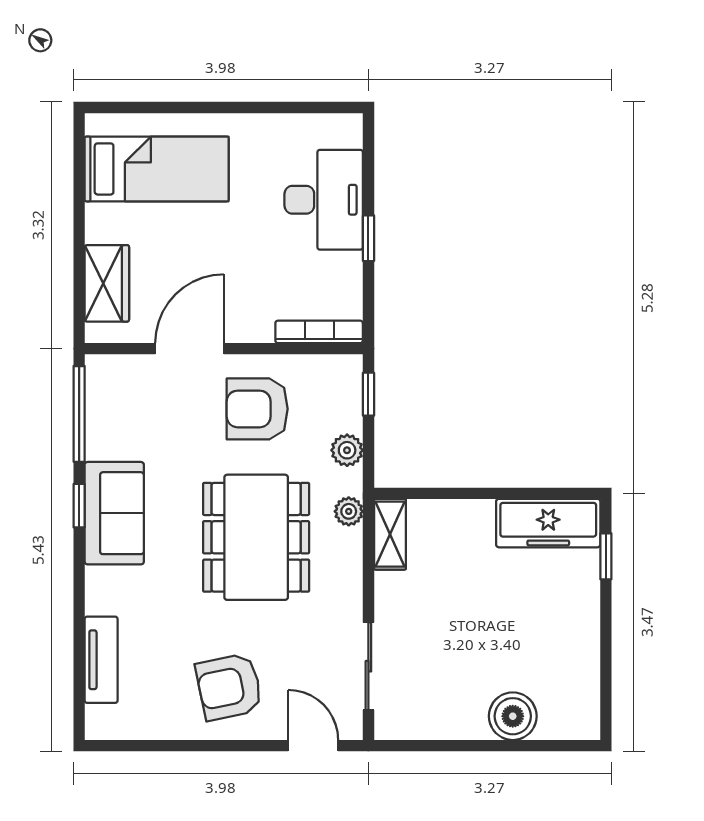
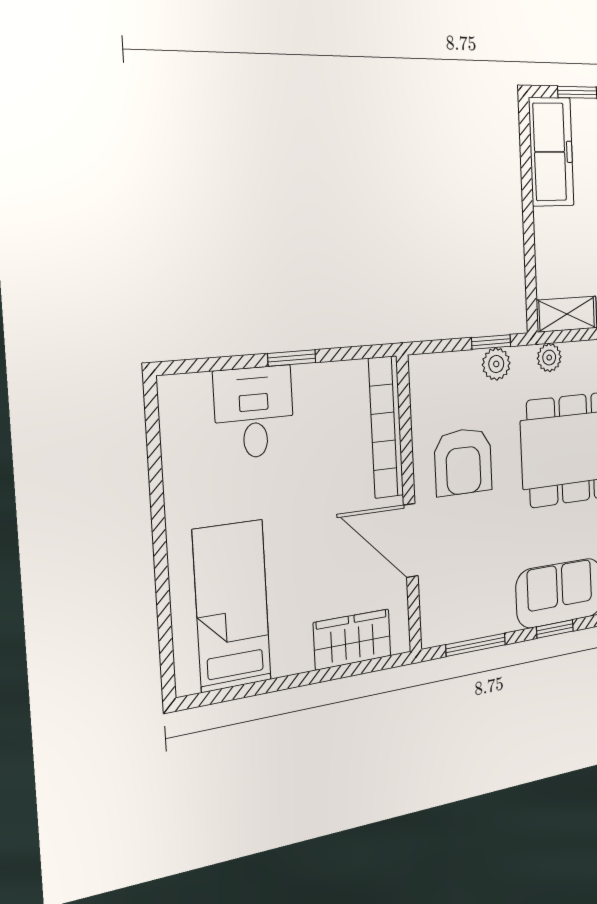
desk: (324, 200) -> (254, 412), width x0.73
bookcase: (319, 332) -> (386, 427), width x1.48, depth x1.31
window: (368, 394) -> (491, 342), moved
window: (79, 414) -> (476, 645), width x0.69

